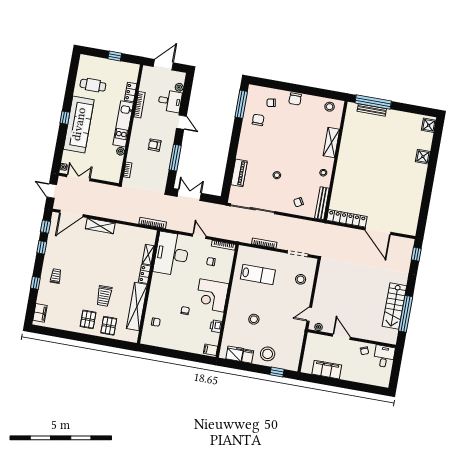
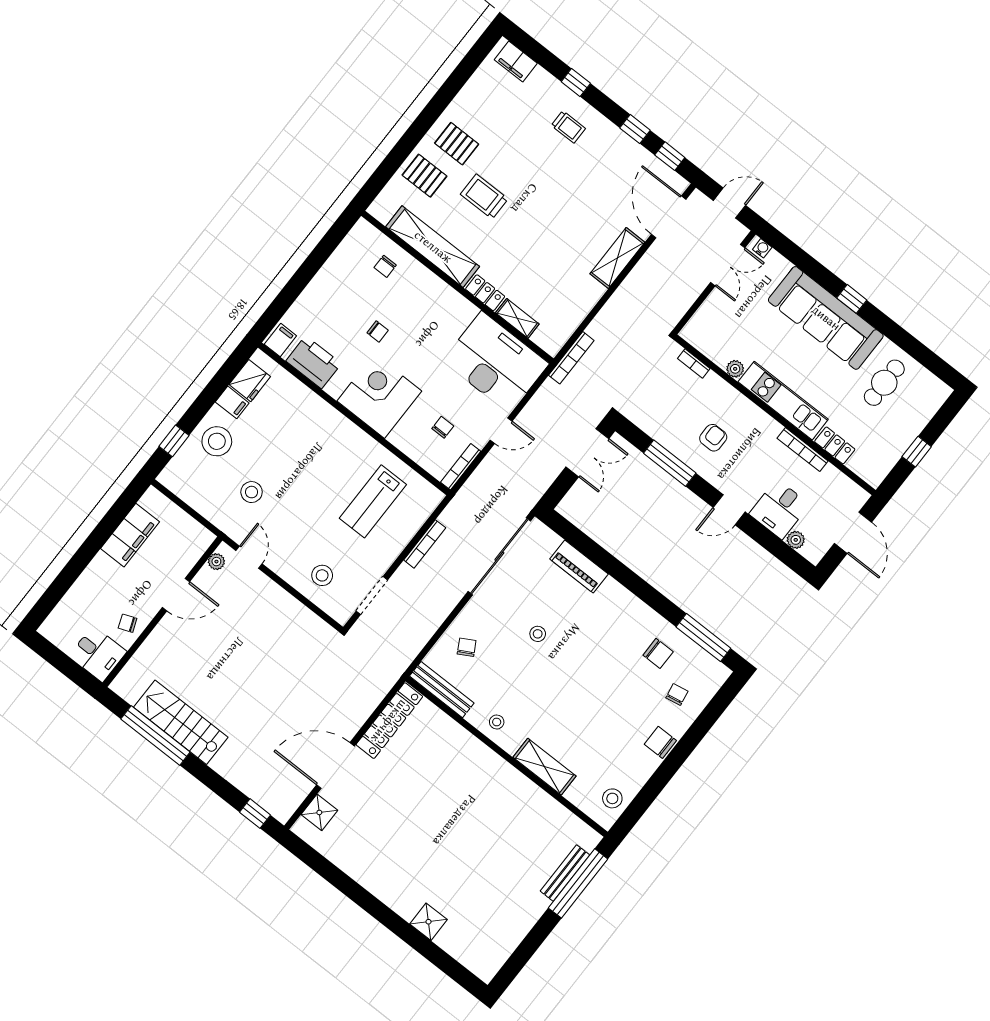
shower: (429, 125) -> (319, 812), moved
stool: (254, 319) -> (252, 492), moved
printer: (216, 326) -> (314, 362), width x1.87, depth x1.48

